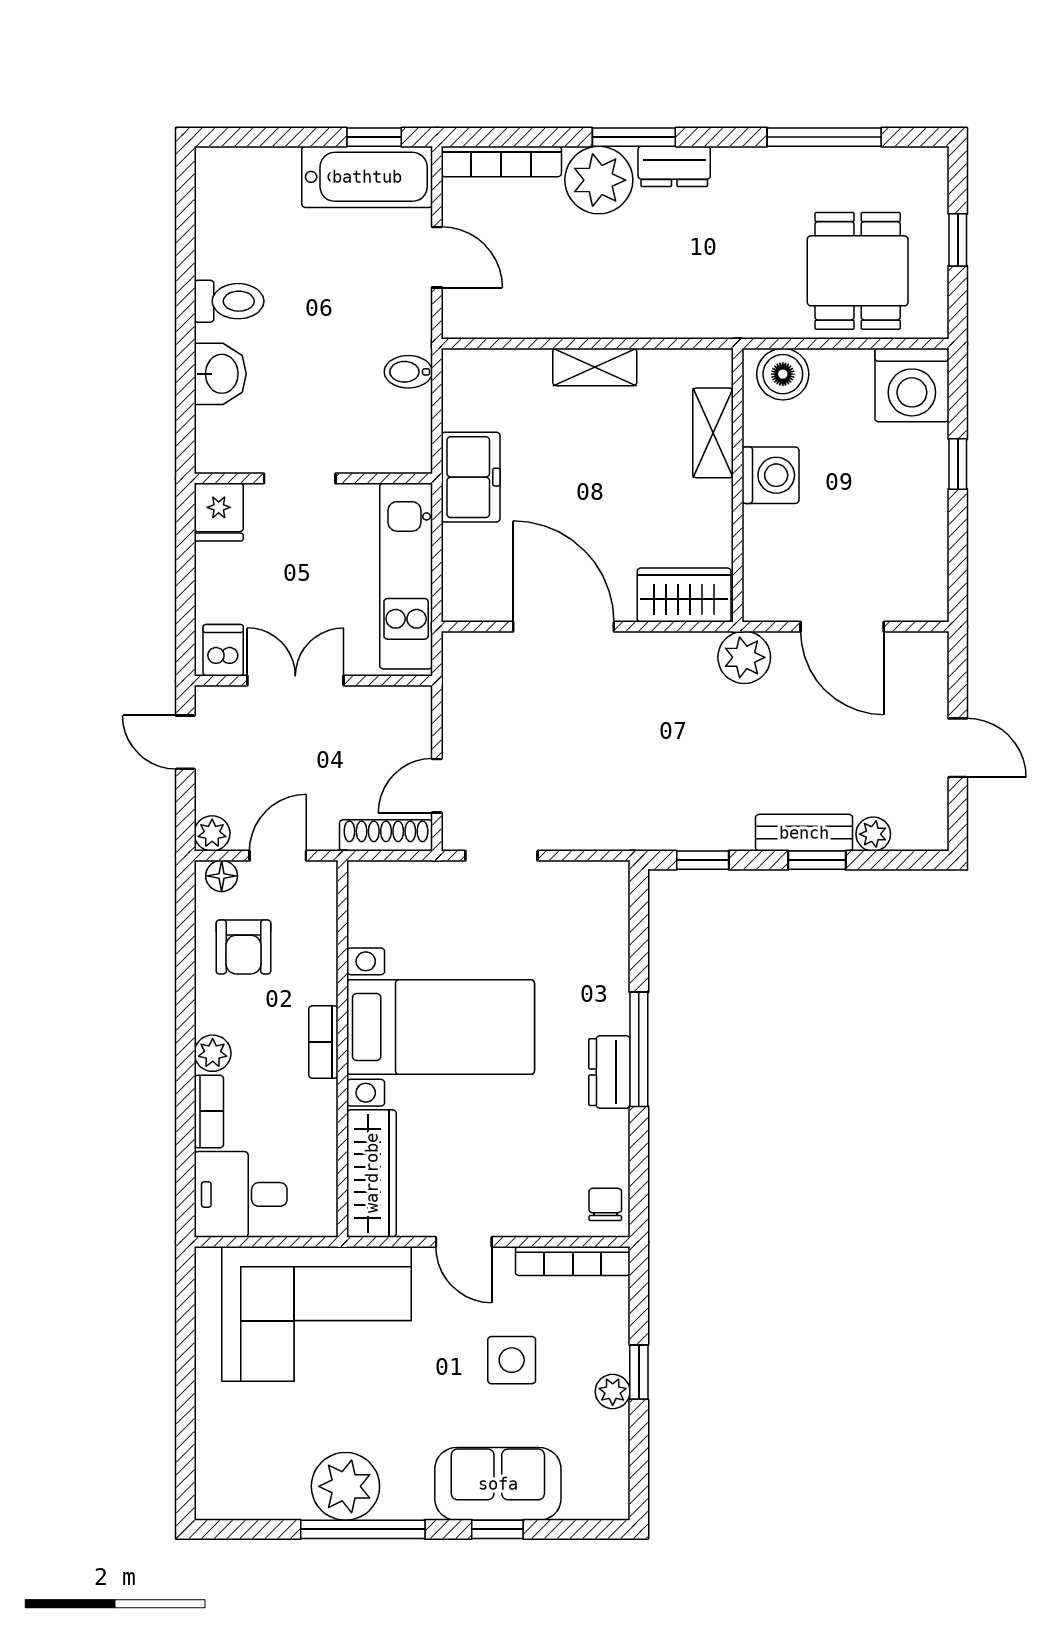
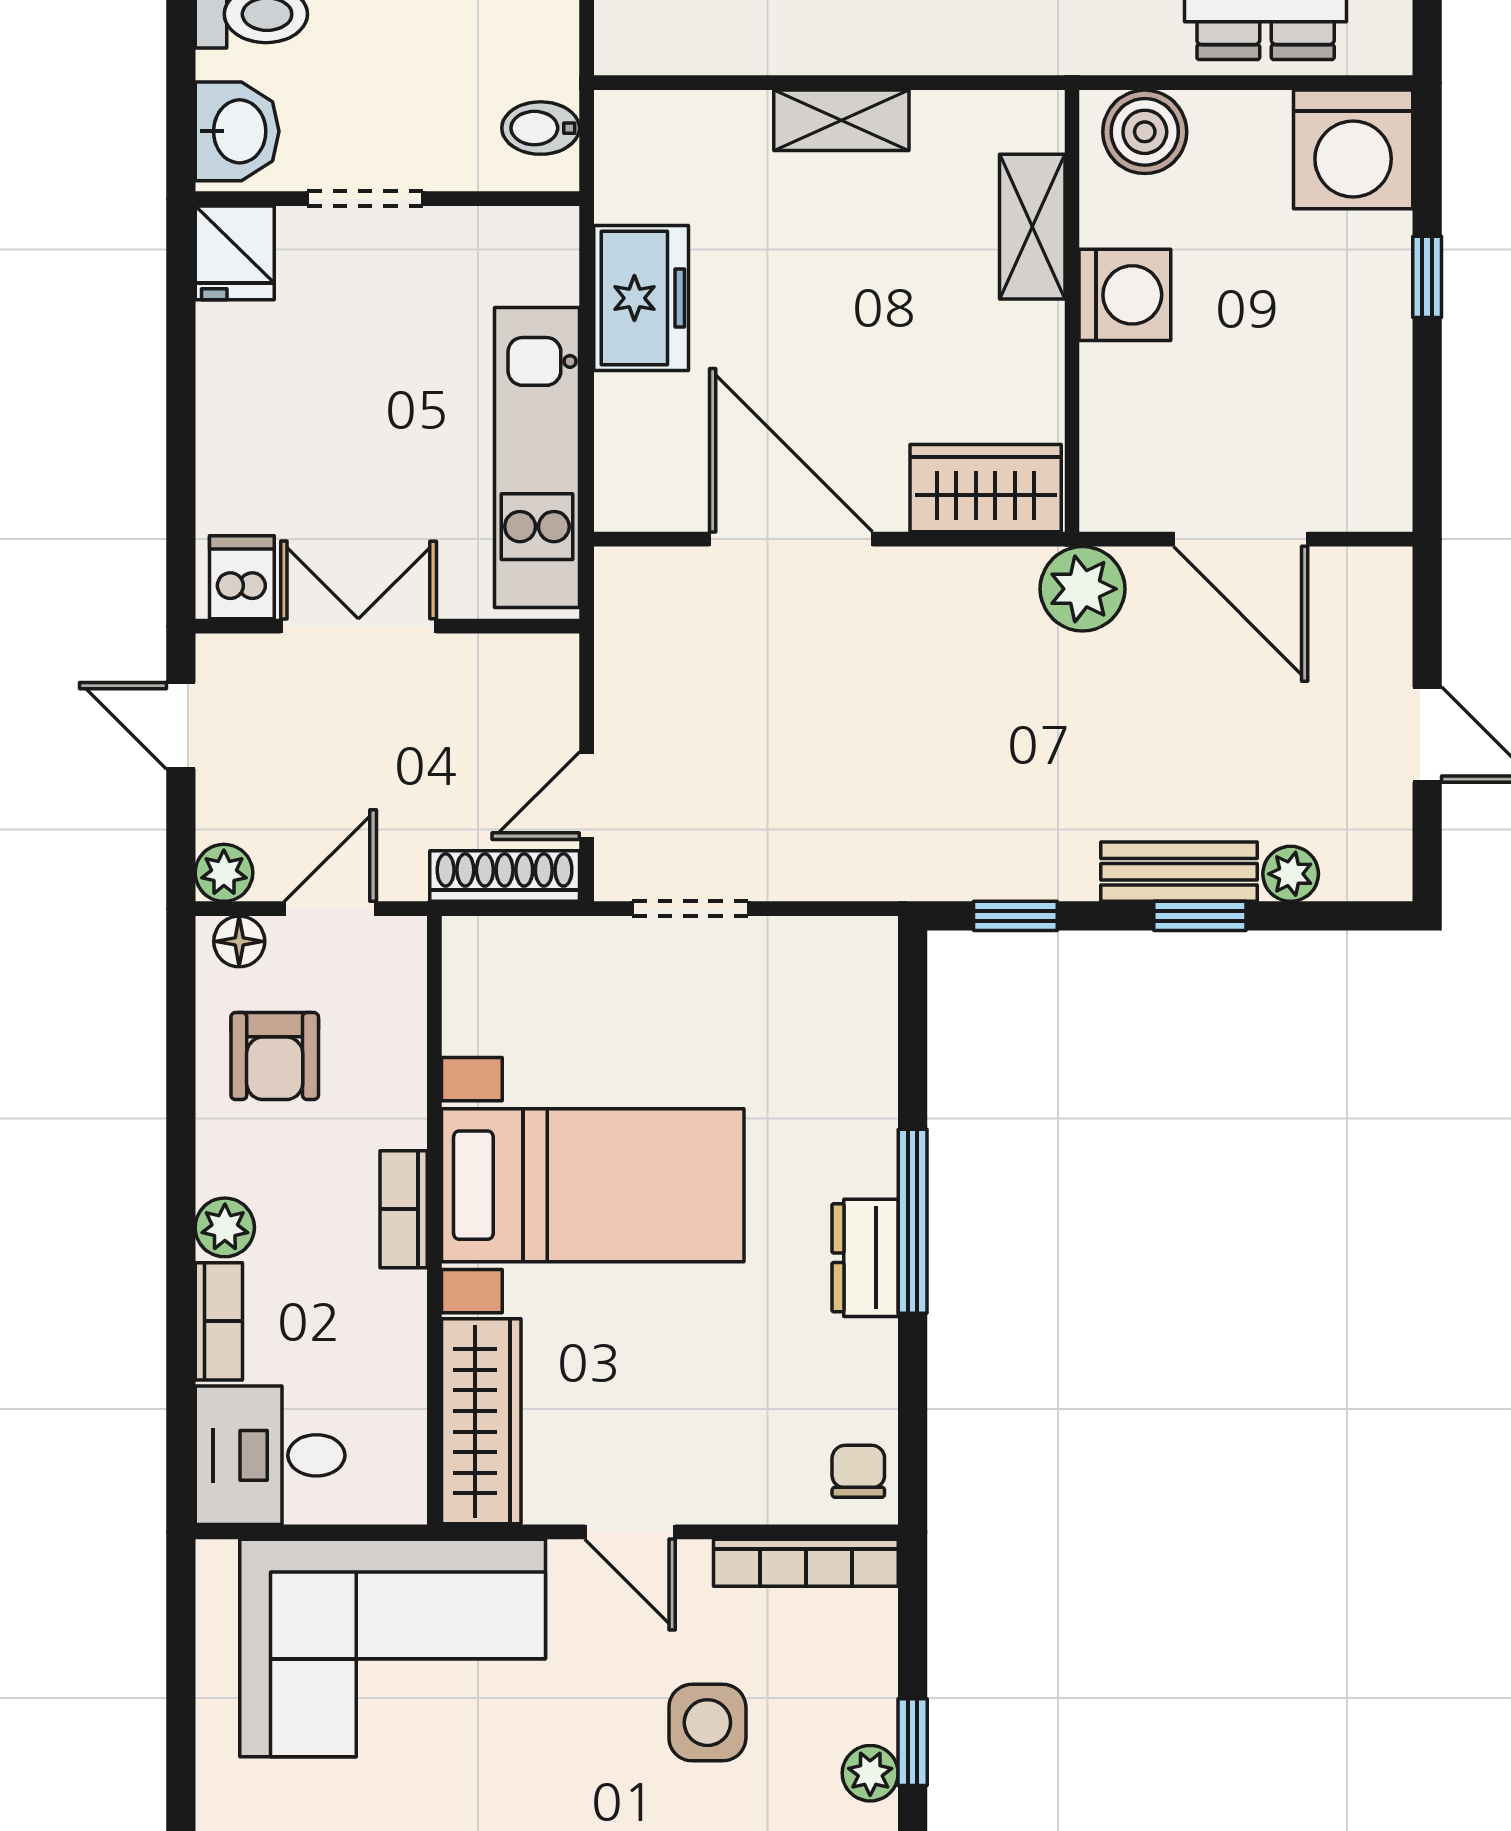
doorway: (300, 478) -> (365, 199), moved
wall: (313, 478) -> (387, 199), moved
fridge: (219, 512) -> (235, 253), moved

